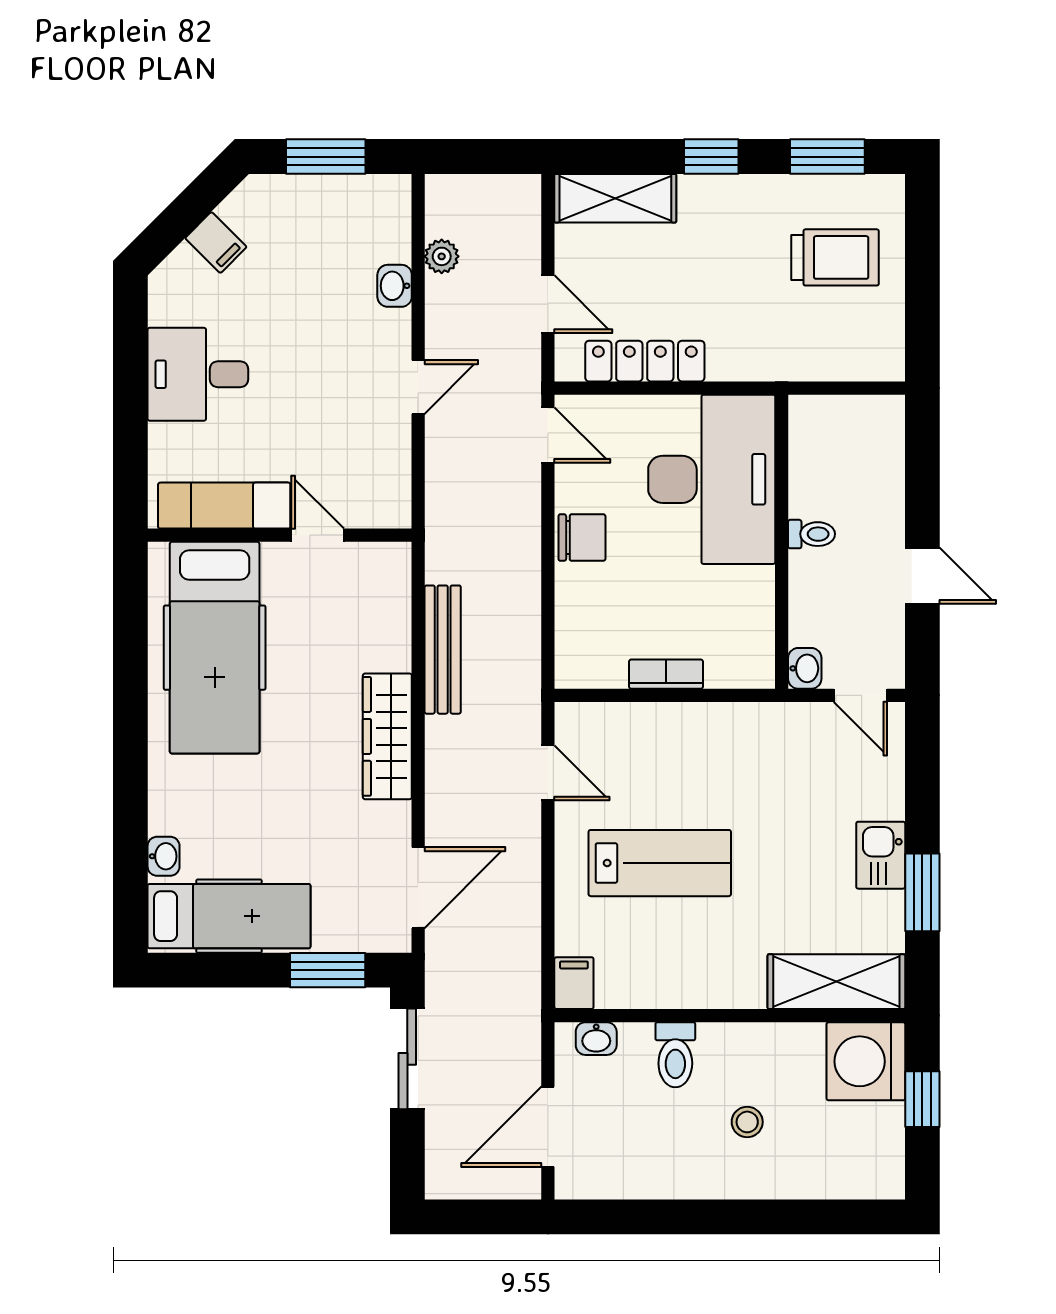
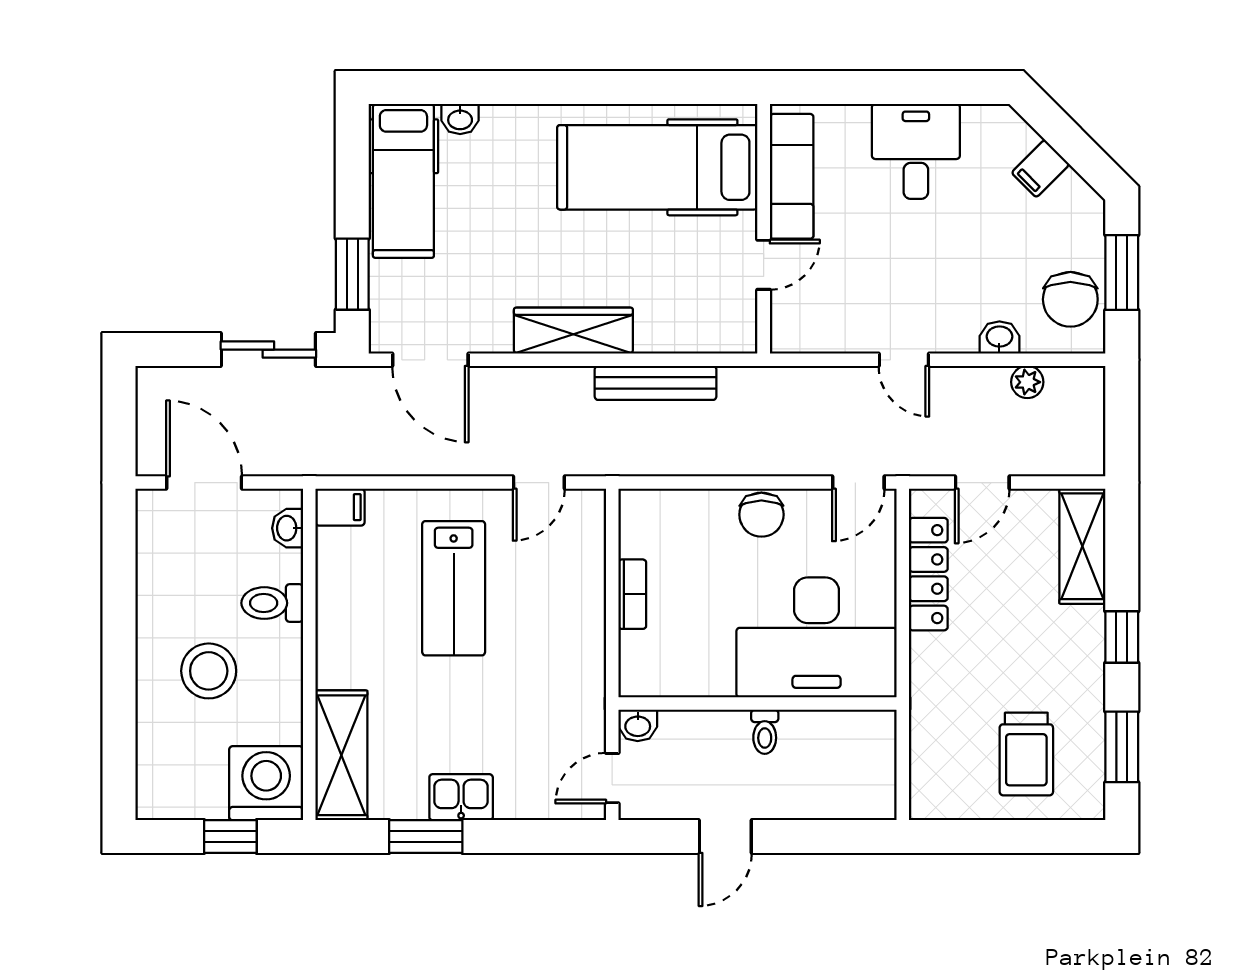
chair: (354, 211) -> (1070, 299), added
stool: (747, 1122) -> (209, 671), width x1.89, depth x1.89

